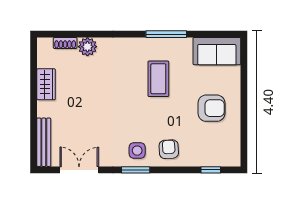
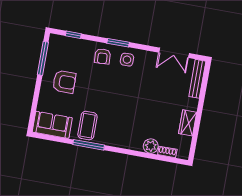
coffee table: (158, 79) -> (87, 126), moved
armchair: (211, 108) -> (64, 82), turned 180
window: (244, 133) -> (43, 58), added
window: (136, 170) -> (118, 43), moved

